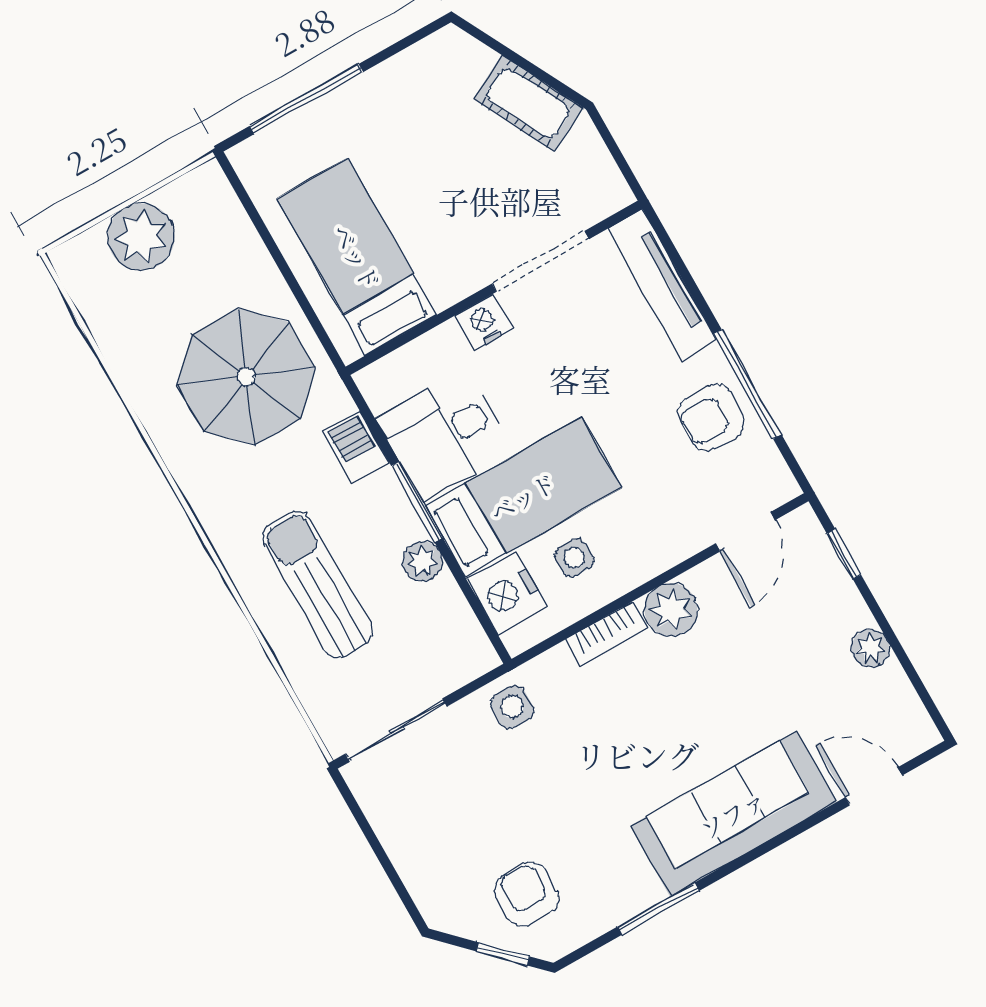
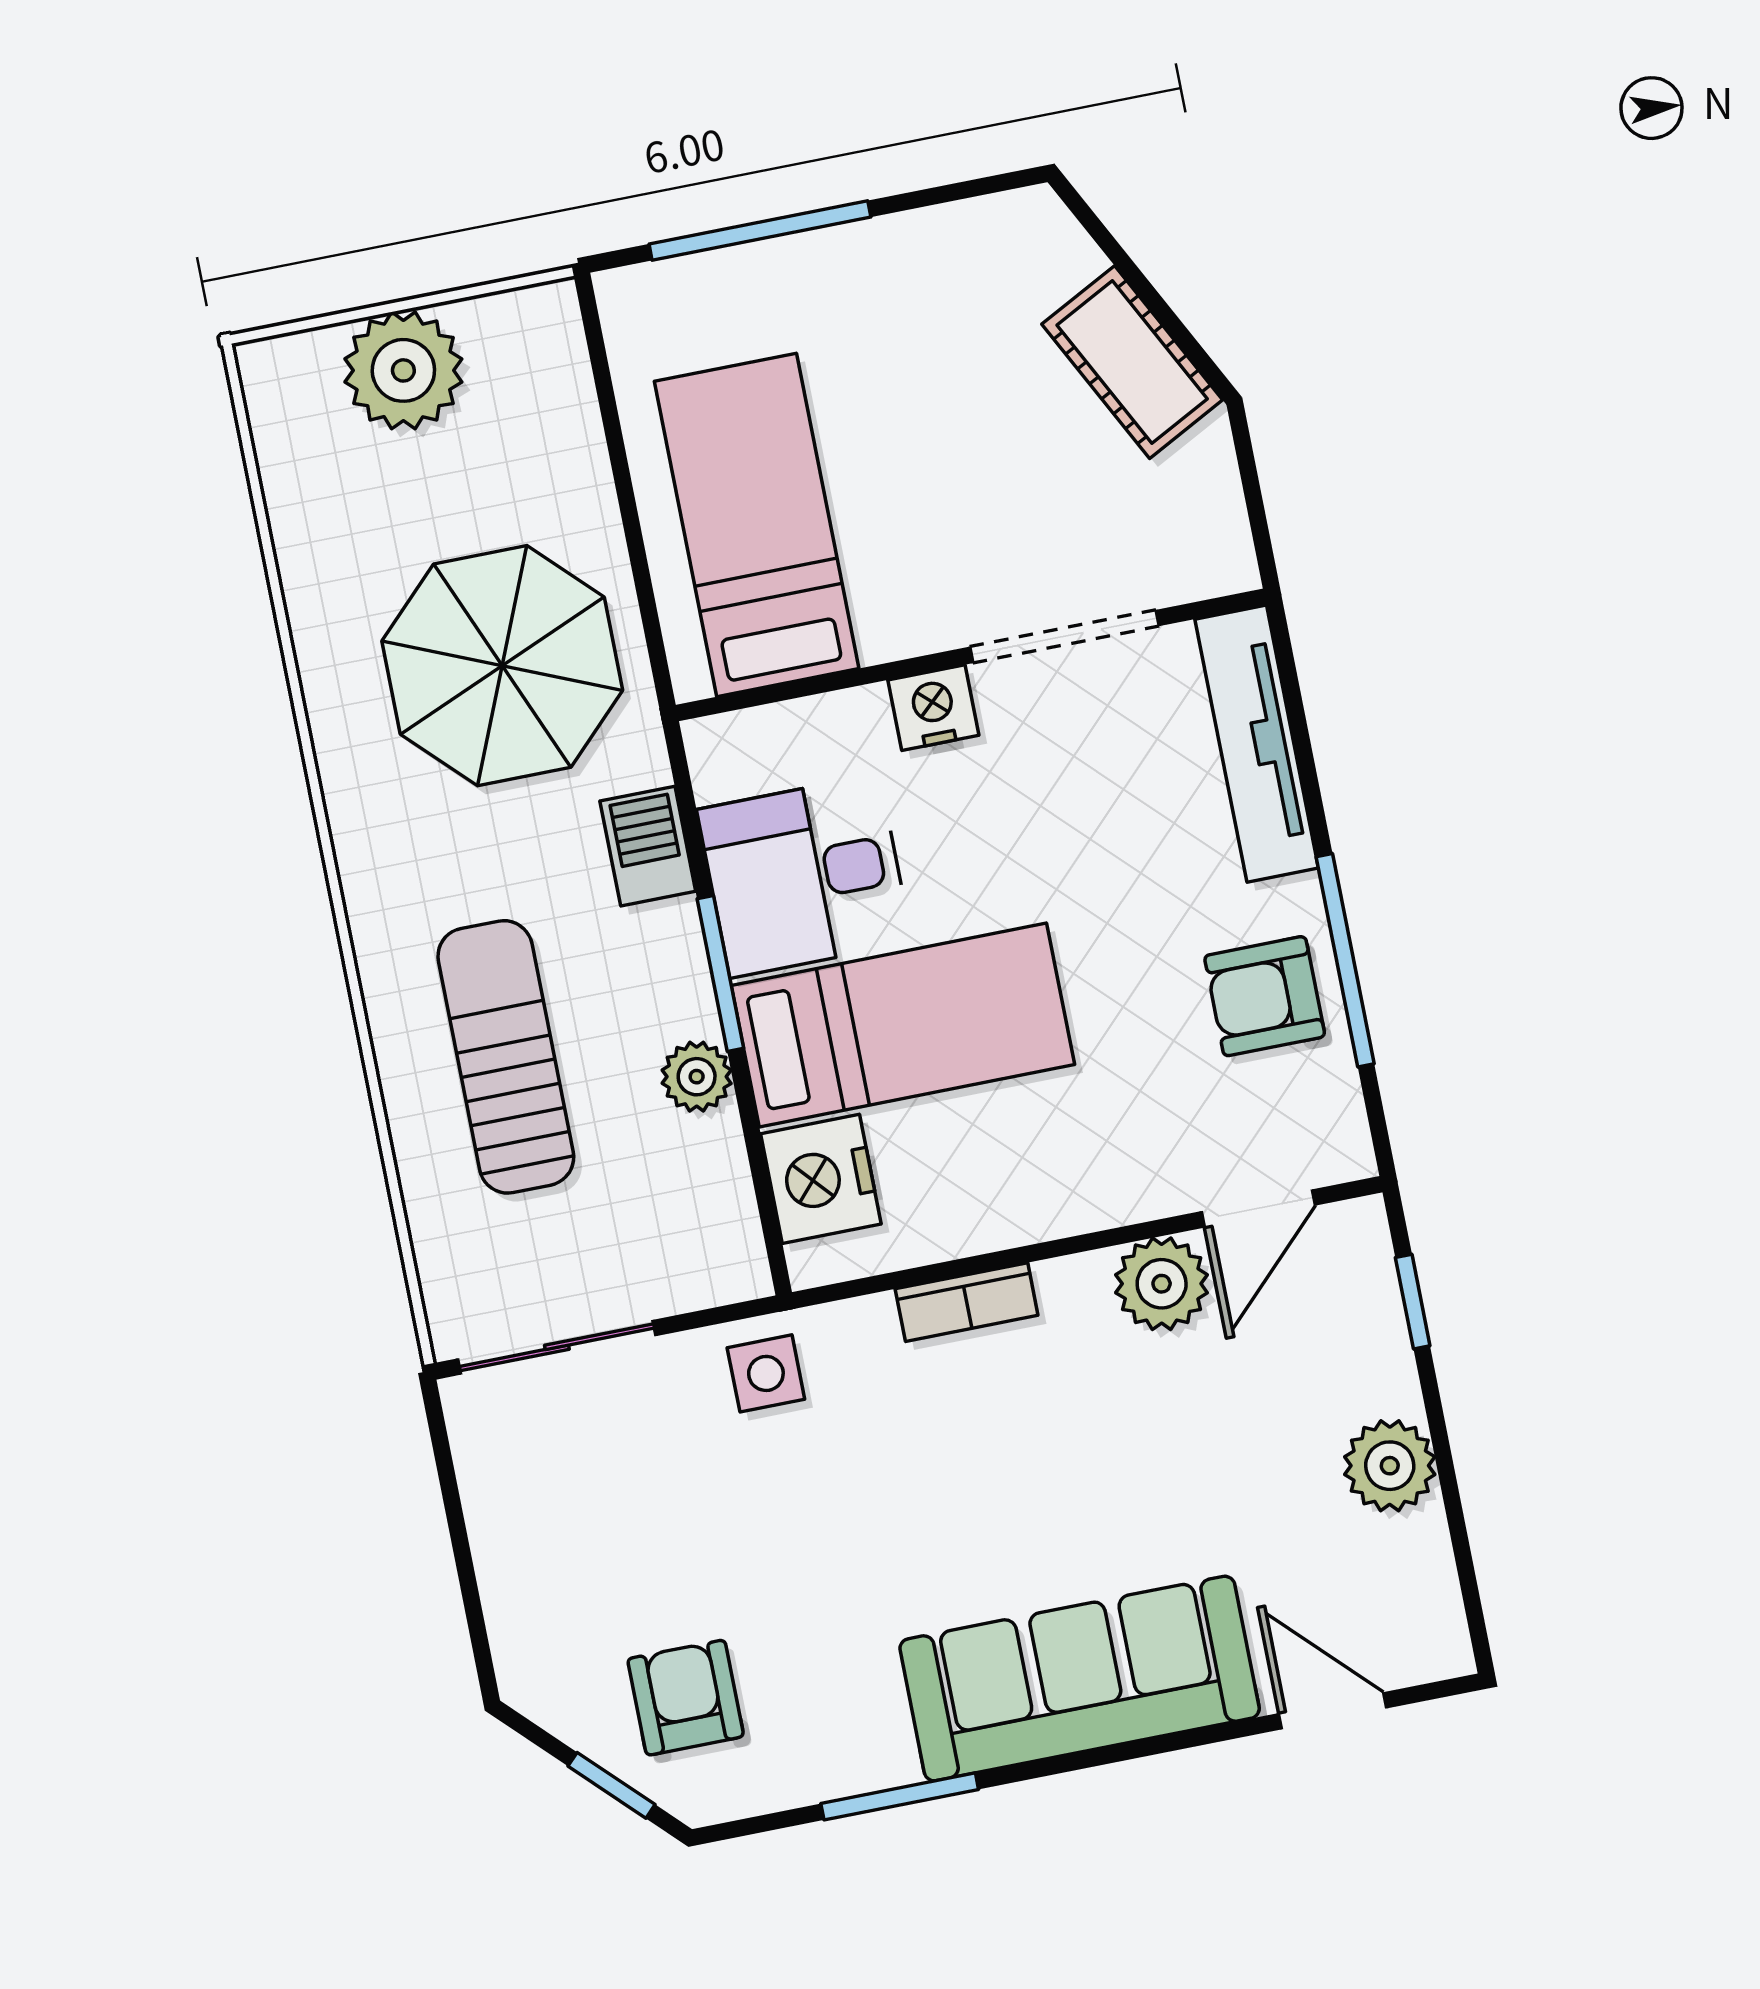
side table: (574, 558) -> (954, 1156), removed
plant: (671, 610) -> (1162, 1284), moved
plant: (870, 648) -> (1390, 1466), width x1.38, depth x1.38

